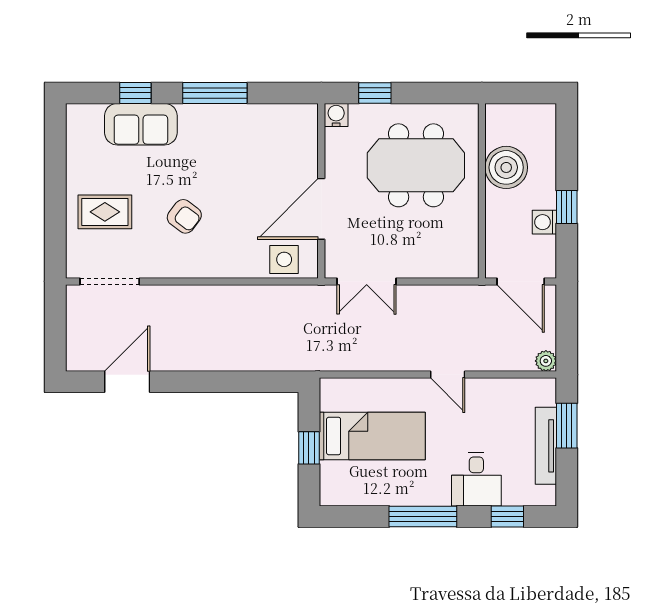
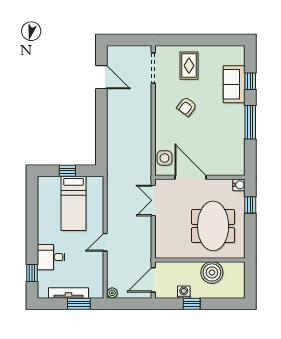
window: (423, 516) -> (32, 229), removed

